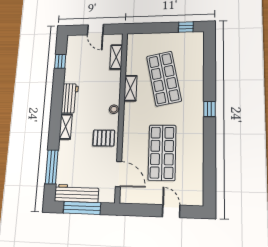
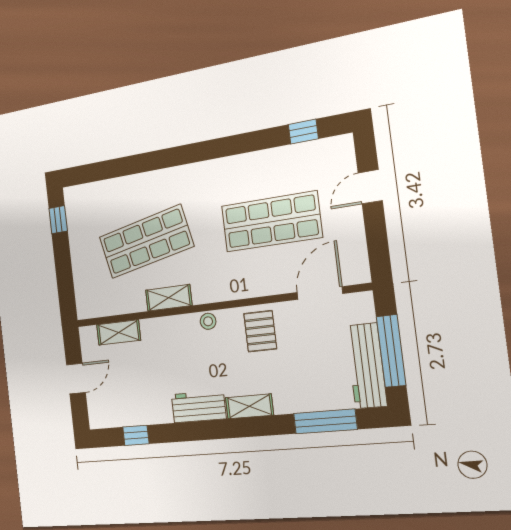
window: (210, 109) -> (303, 132), moved

